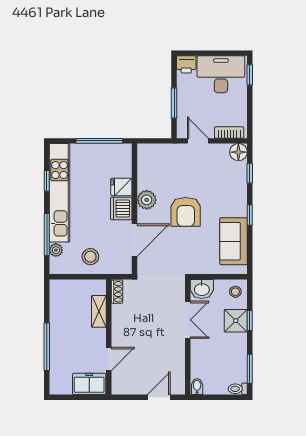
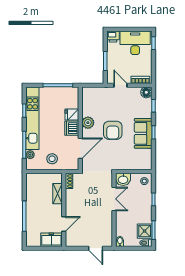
sofa: (234, 241) -> (143, 133), moved
shower: (236, 321) -> (145, 231), moved
door: (159, 397) -> (96, 248), swing flipped

